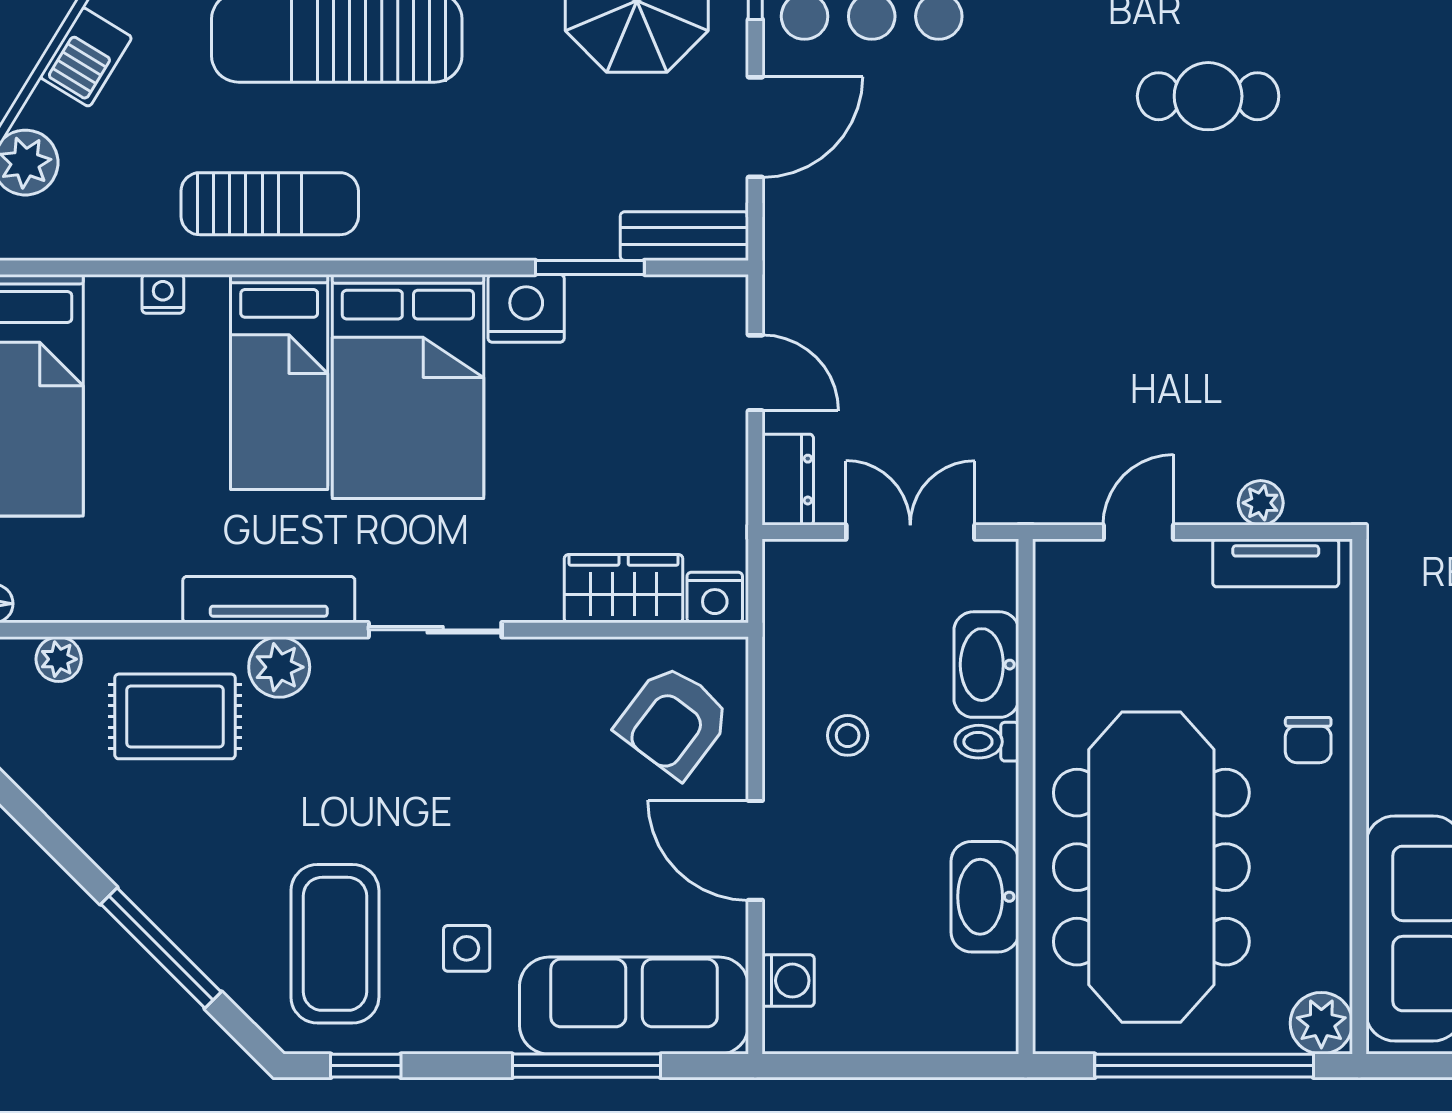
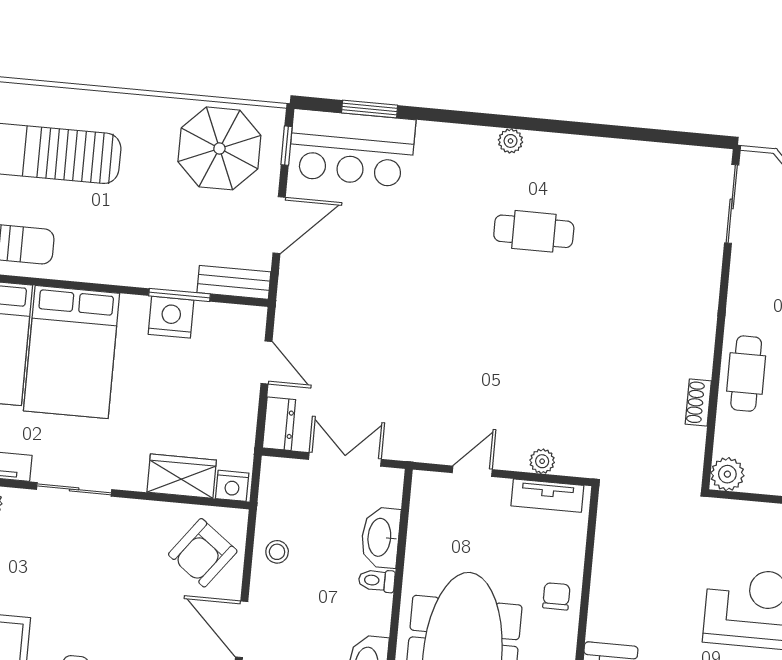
nightstand: (526, 308) -> (171, 317), moved
stool: (848, 735) -> (277, 552), moved
chair: (1308, 740) -> (556, 596), turned 180

